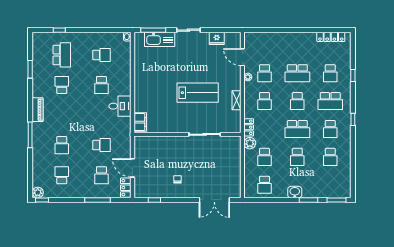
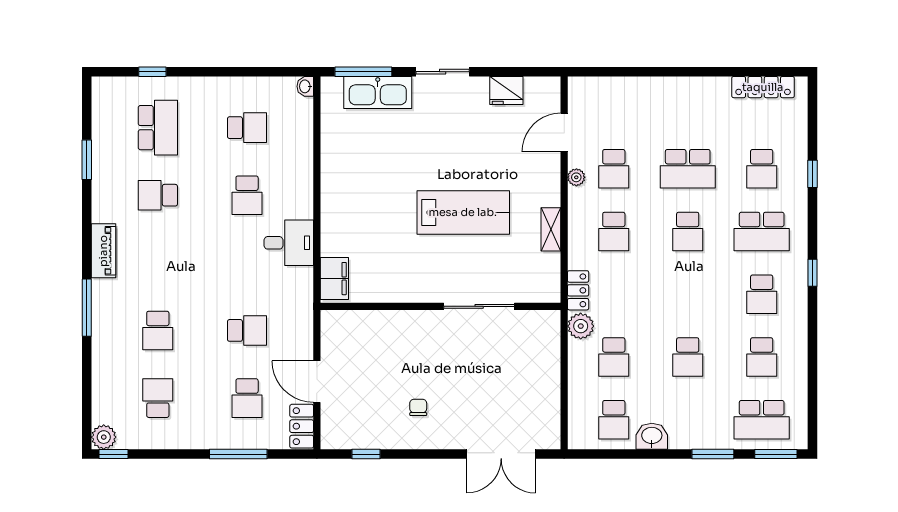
door: (242, 57) -> (564, 133), hinge flipped
school desk: (62, 85) -> (158, 195), turned -90
school desk: (297, 129) -> (762, 420), moved
washbasin: (295, 192) -> (652, 436), moved

